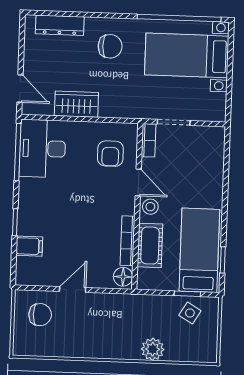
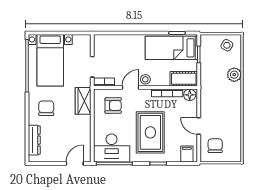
wardrobe: (76, 104) -> (83, 101), moved
rug: (65, 212) -> (150, 132), added
cot: (150, 245) -> (184, 79), moved
filing cabinet: (29, 246) -> (187, 154), moved
side table: (190, 313) -> (227, 45), moved

